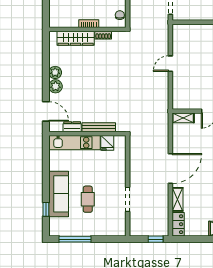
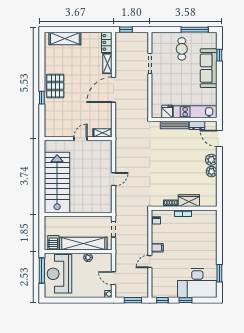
wardrobe: (76, 38) -> (189, 201), width x0.67
cafe table: (88, 199) -> (182, 49), moved

